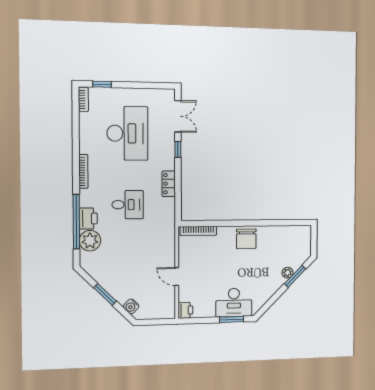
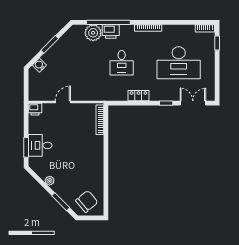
double door: (178, 116) -> (193, 103), swing flipped
chair: (246, 239) -> (87, 201), moved, turned 140
plant: (287, 273) -> (50, 181), moved
desk: (234, 302) -> (40, 145), width x0.73

